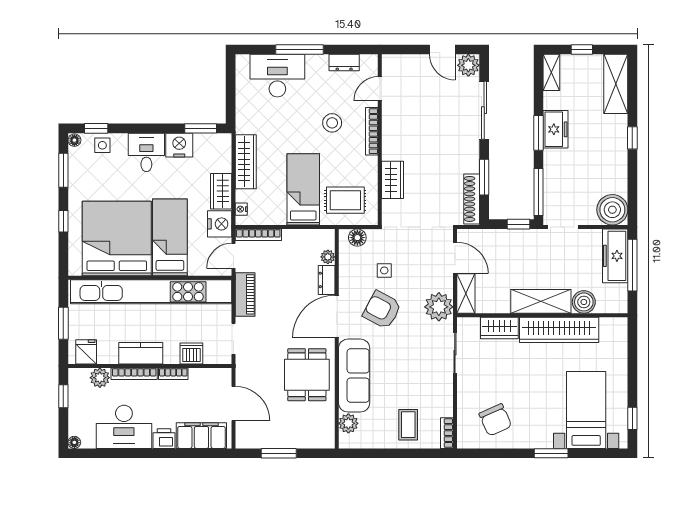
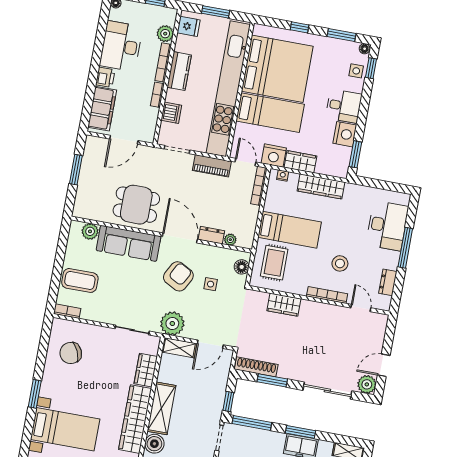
coffee table: (408, 425) -> (80, 280), width x1.36, depth x1.30

